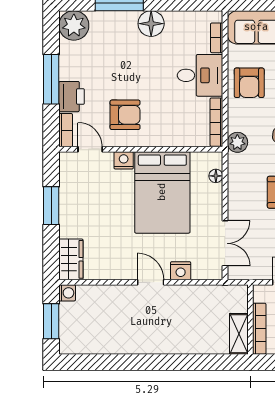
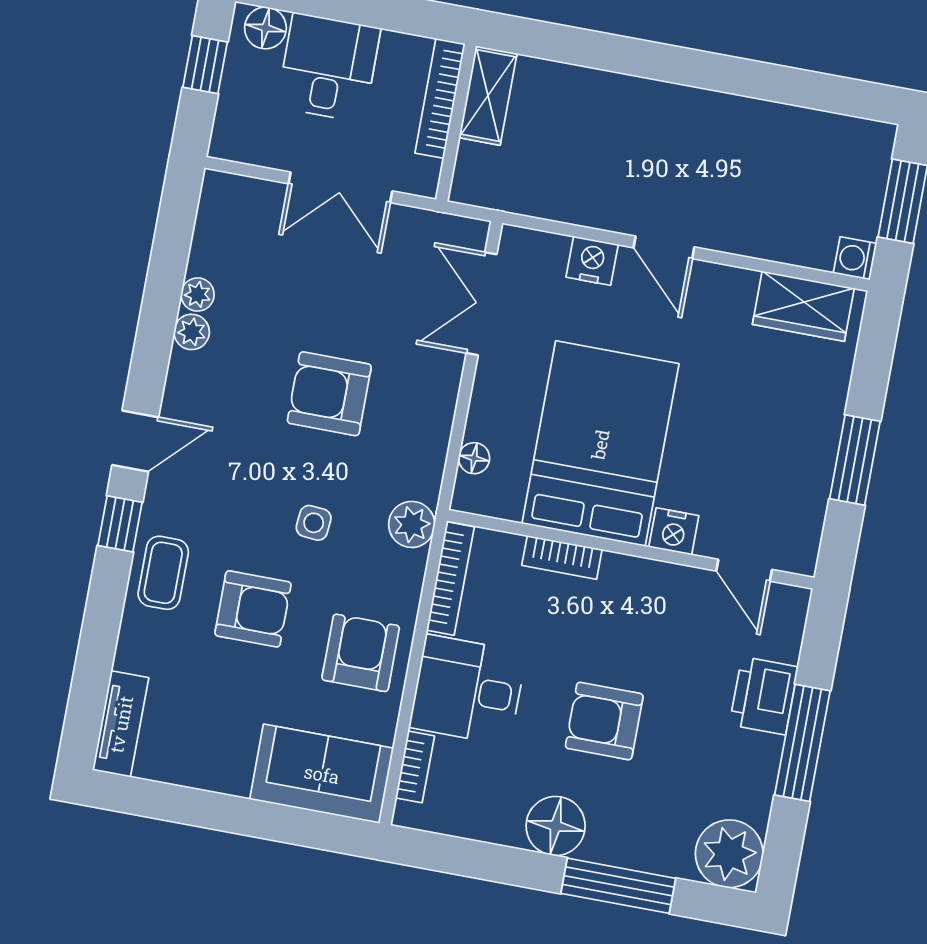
armchair: (125, 115) -> (604, 721), moved
bookcase: (66, 130) -> (562, 557), moved, turned -90
wardrobe: (71, 259) -> (803, 306), moved, turned -90

